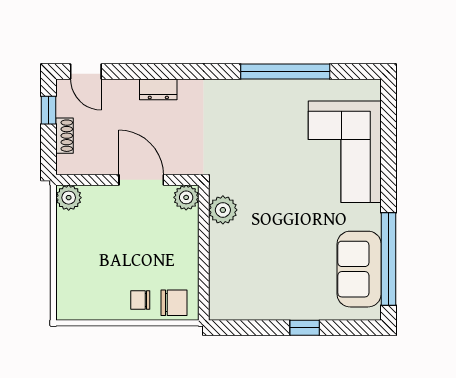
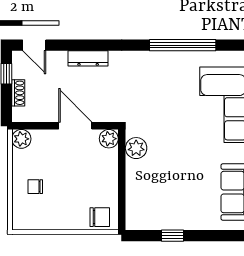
dresser: (158, 89) -> (88, 58), width x1.44
chair: (140, 300) -> (35, 187), moved
window: (305, 328) -> (172, 236), moved

